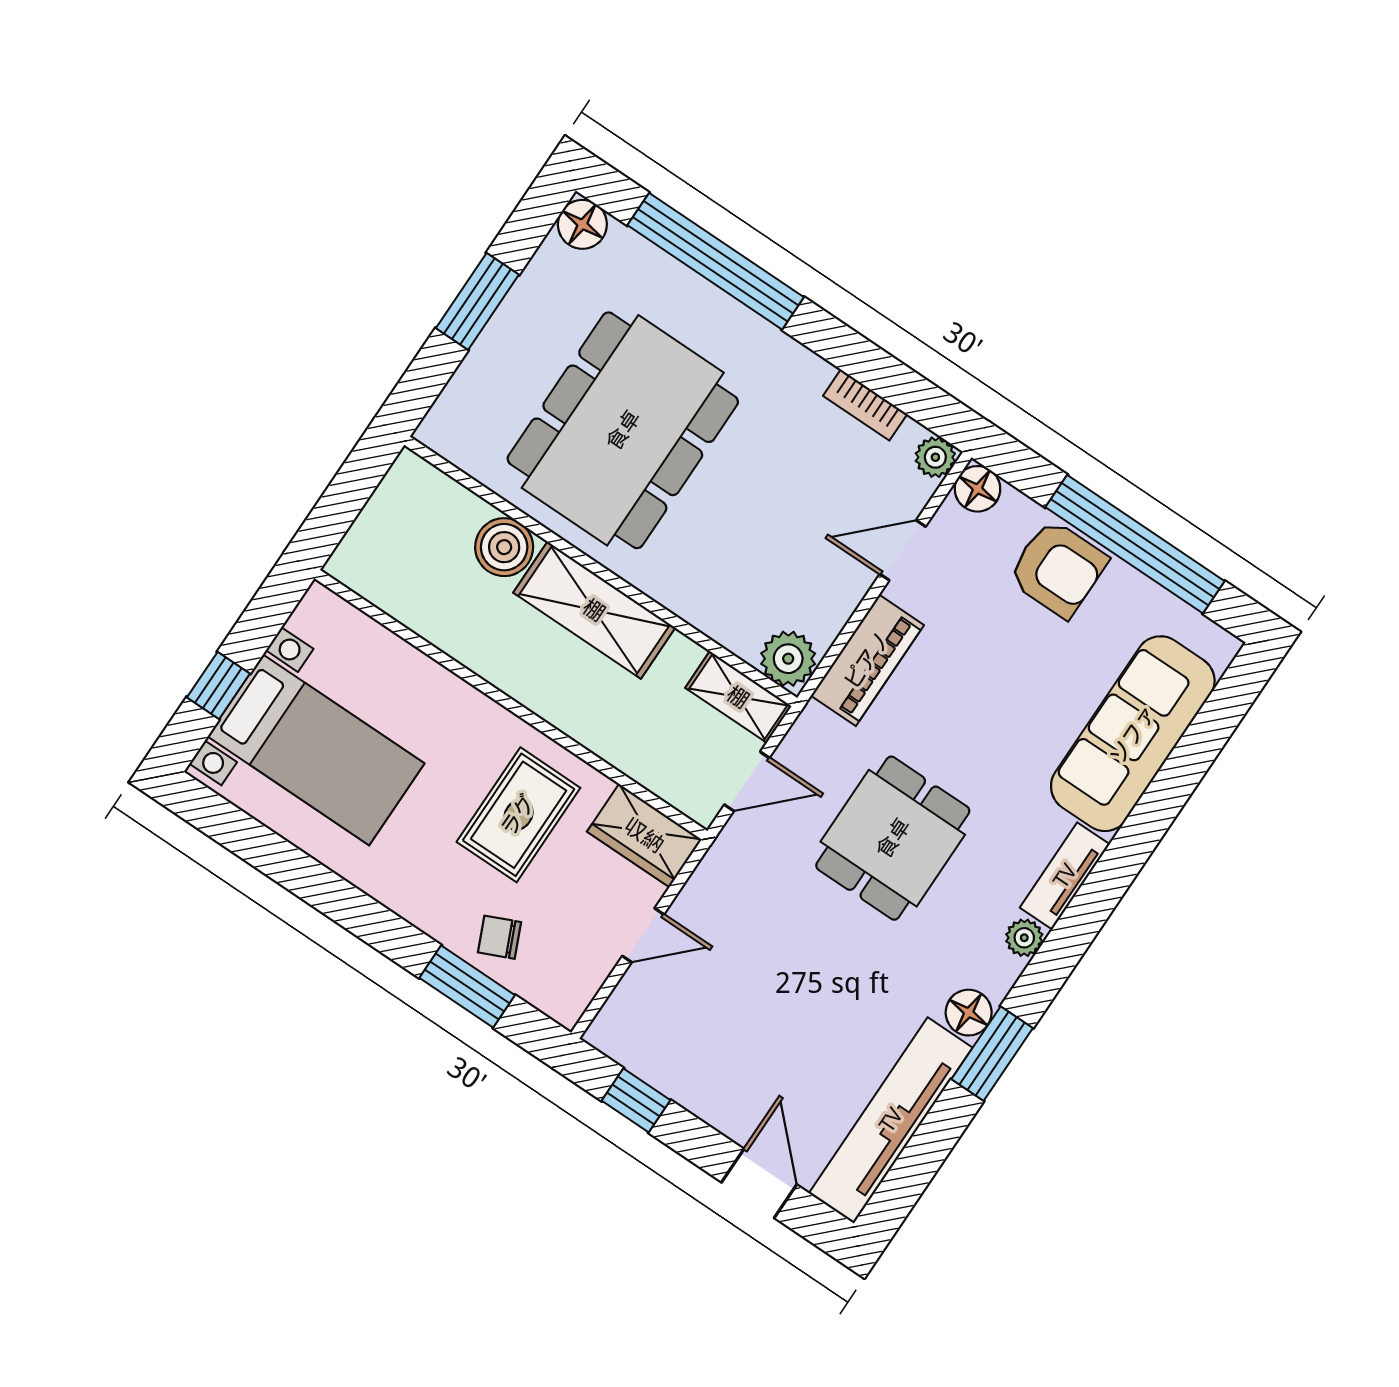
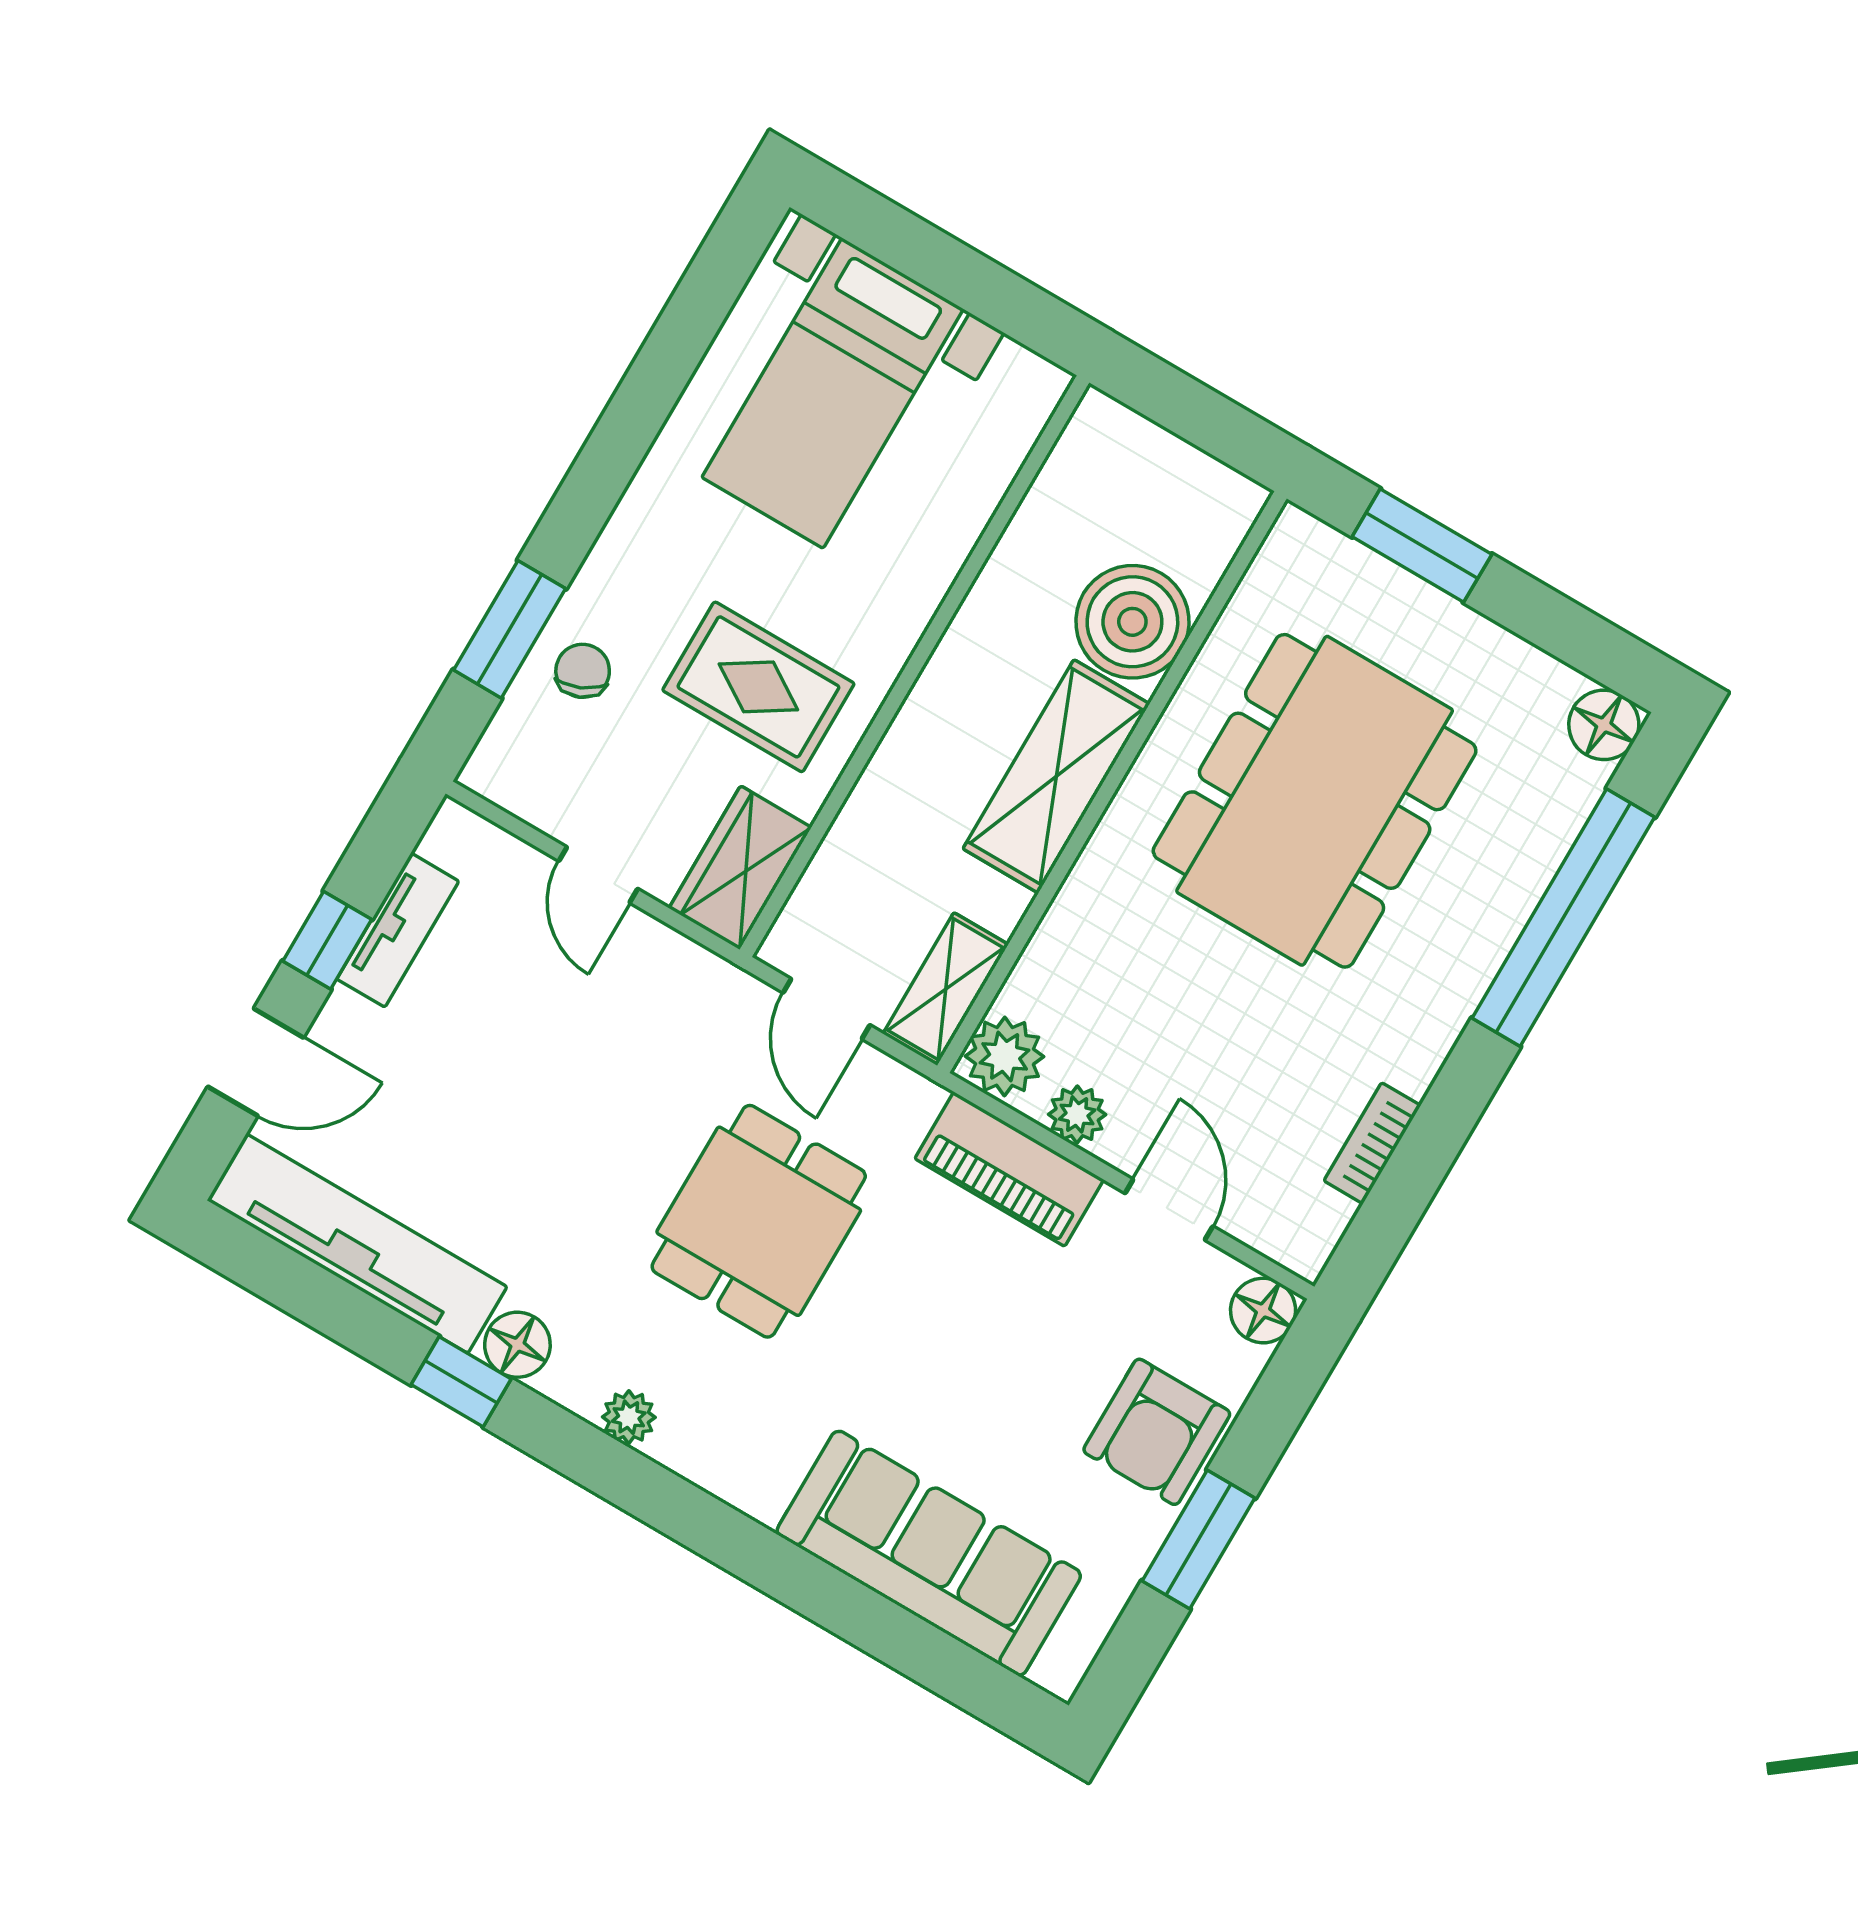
window: (477, 301) -> (1422, 546), moved
dining table: (623, 430) -> (1315, 801), turned 90
plant: (935, 457) -> (1077, 1114), moved
window: (1135, 544) -> (1198, 1540), width x0.47
boiler: (504, 547) -> (1132, 622), width x1.37, depth x1.37
window: (218, 685) -> (915, 248), removed
dining table: (893, 838) -> (759, 1221), turned 90
tv unit: (1065, 876) -> (398, 930), moved, turned 90
window: (992, 1054) -> (461, 1382), width x0.67
window: (636, 1100) -> (327, 940), moved

